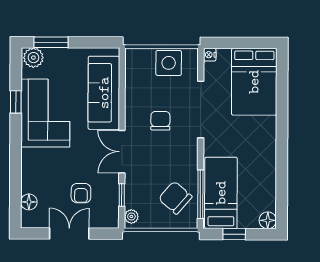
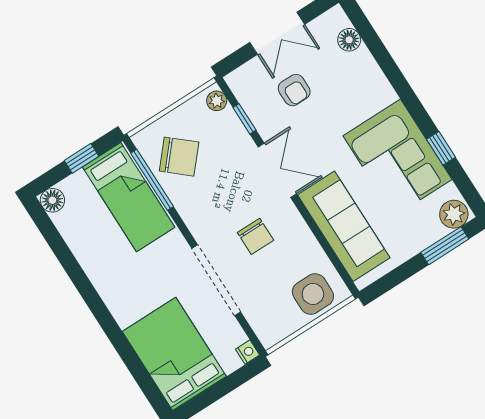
side table: (169, 63) -> (313, 294), moved
armchair: (81, 193) -> (294, 90), turned 180

